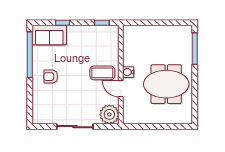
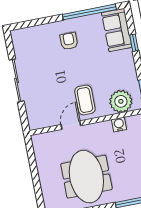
water cooler: (128, 72) -> (119, 124), moved
plant: (109, 114) -> (121, 101), moved

